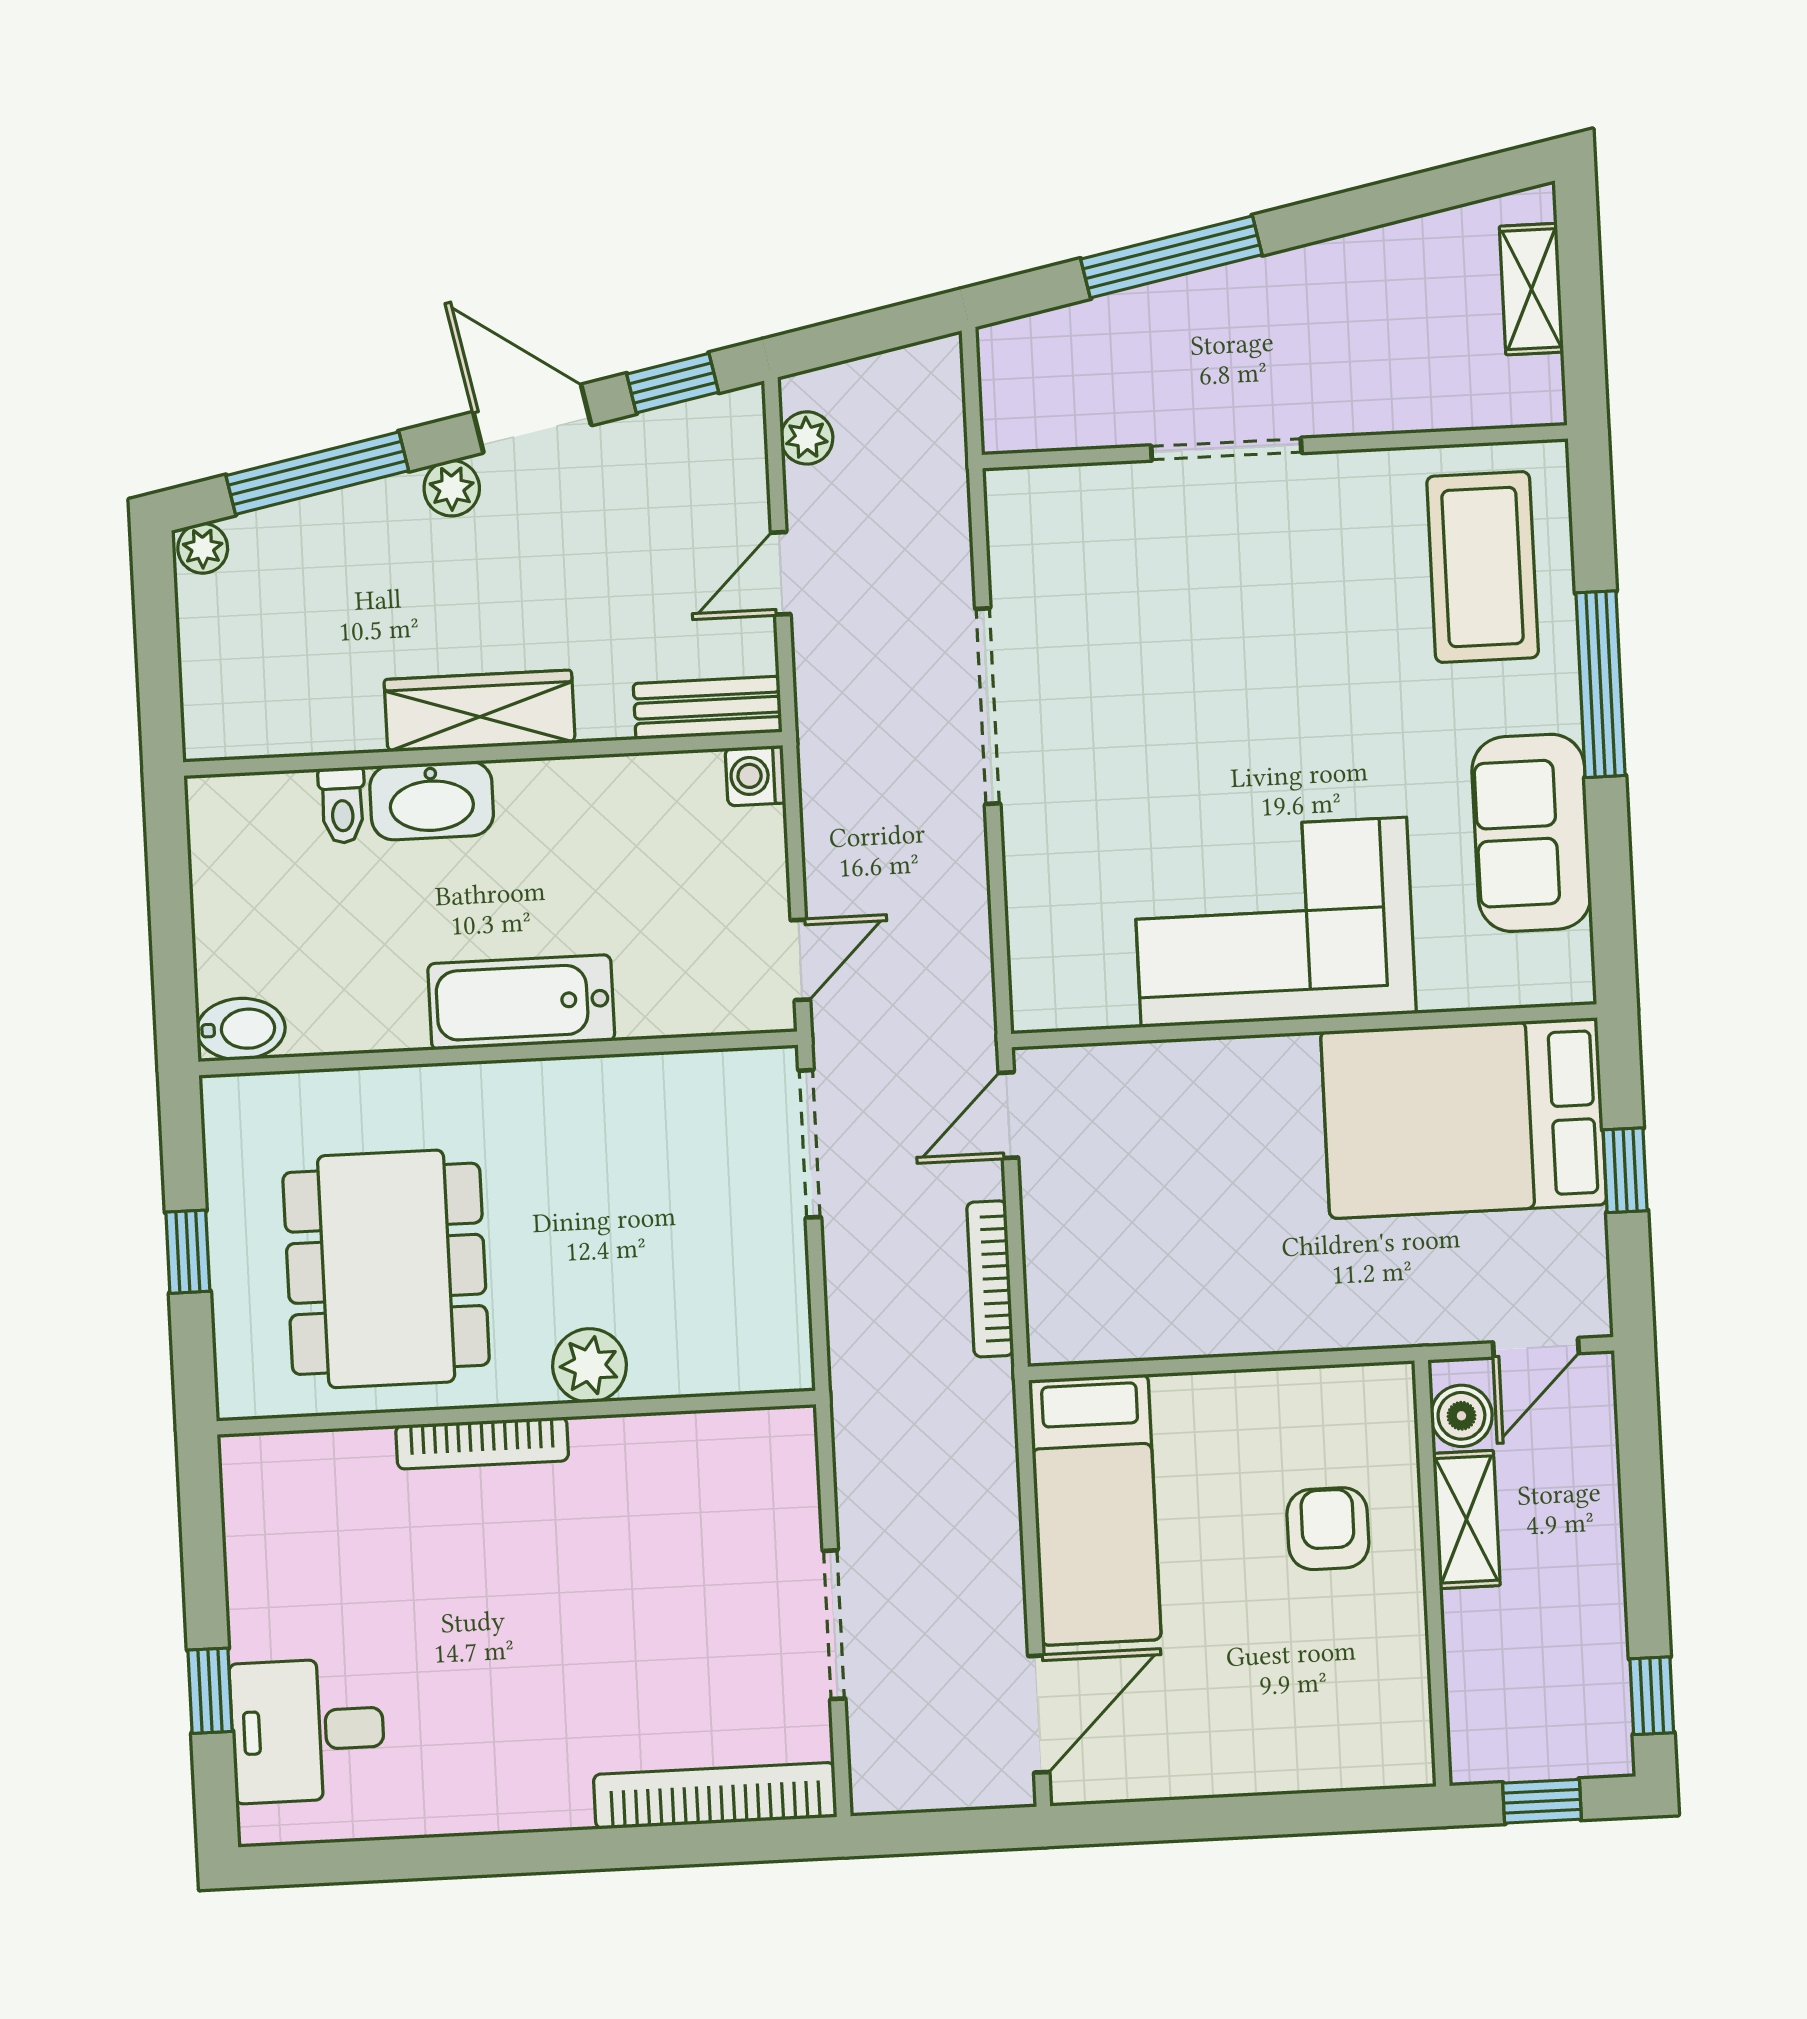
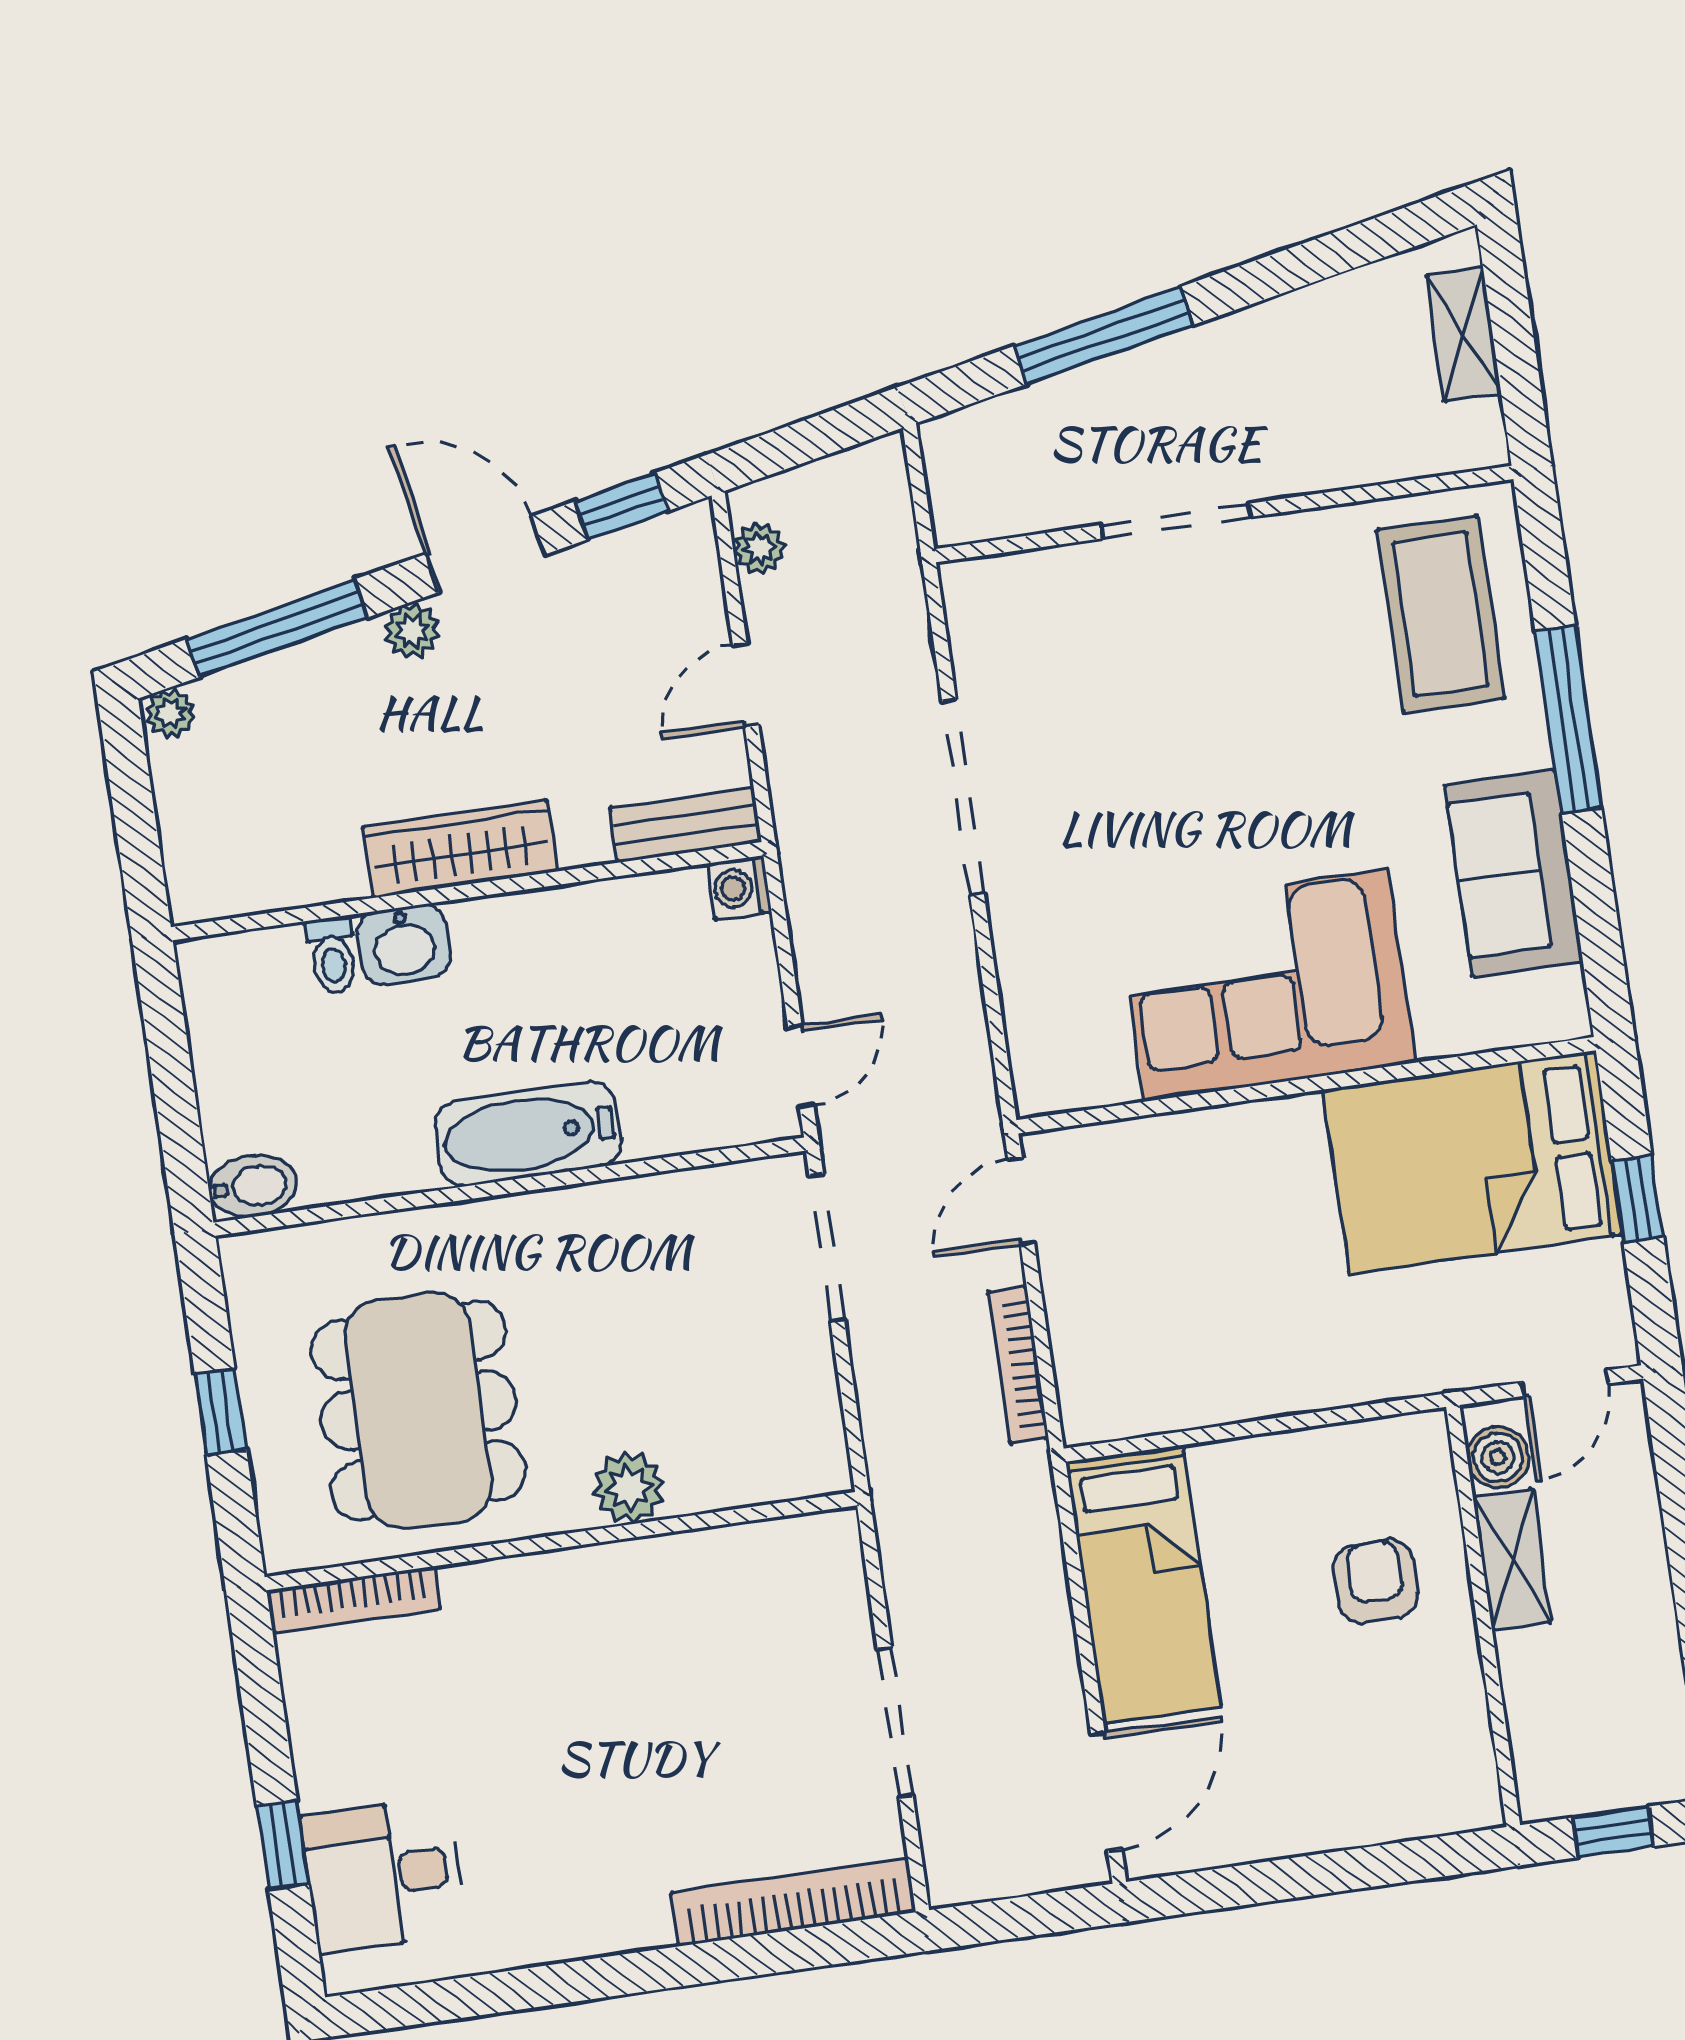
washbasin: (432, 800) -> (404, 945), width x0.72
bookcase: (482, 1443) -> (354, 1600), moved

